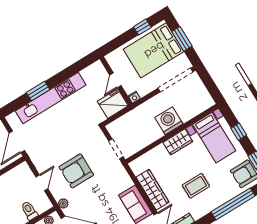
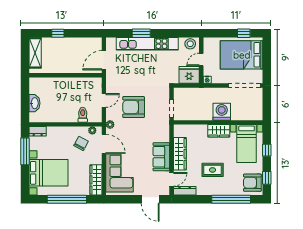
window: (182, 39) -> (267, 59), removed
stool: (94, 71) -> (190, 44), added

